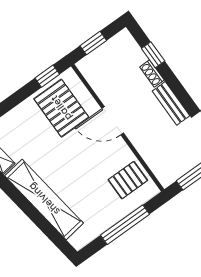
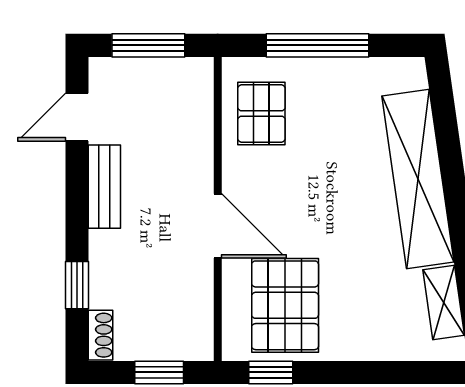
shoe rack: (152, 74) -> (101, 335), moved
pallet: (128, 180) -> (261, 114), turned 90

